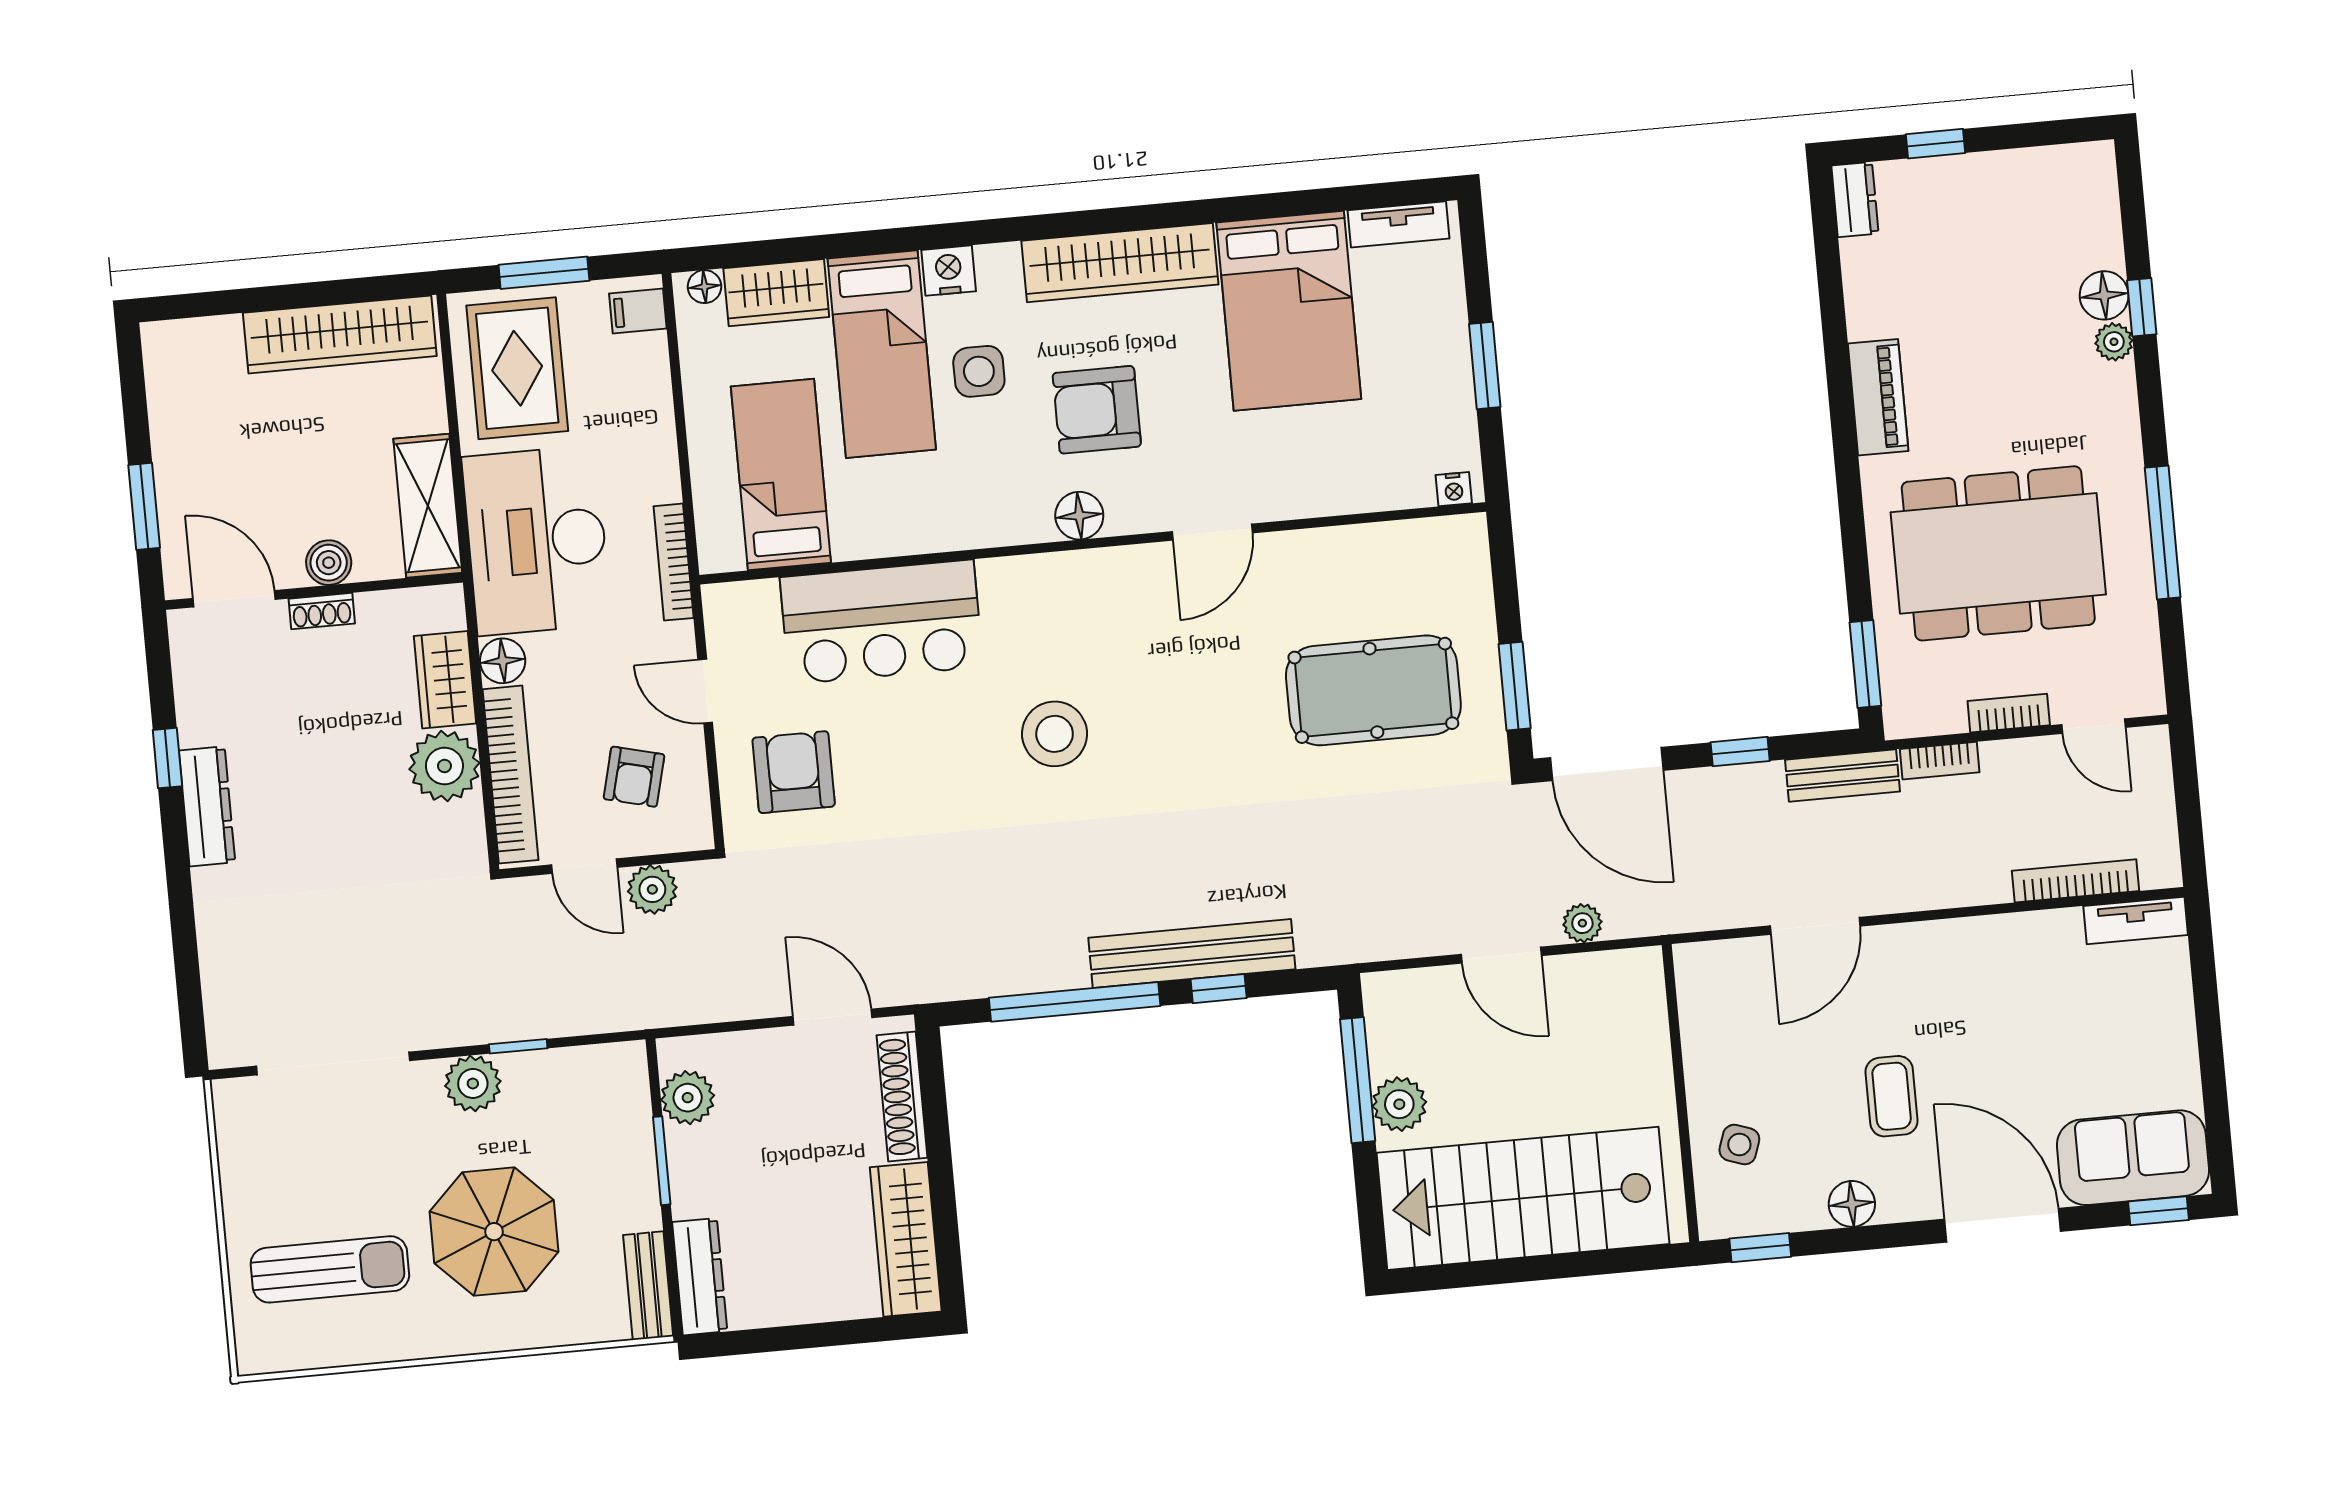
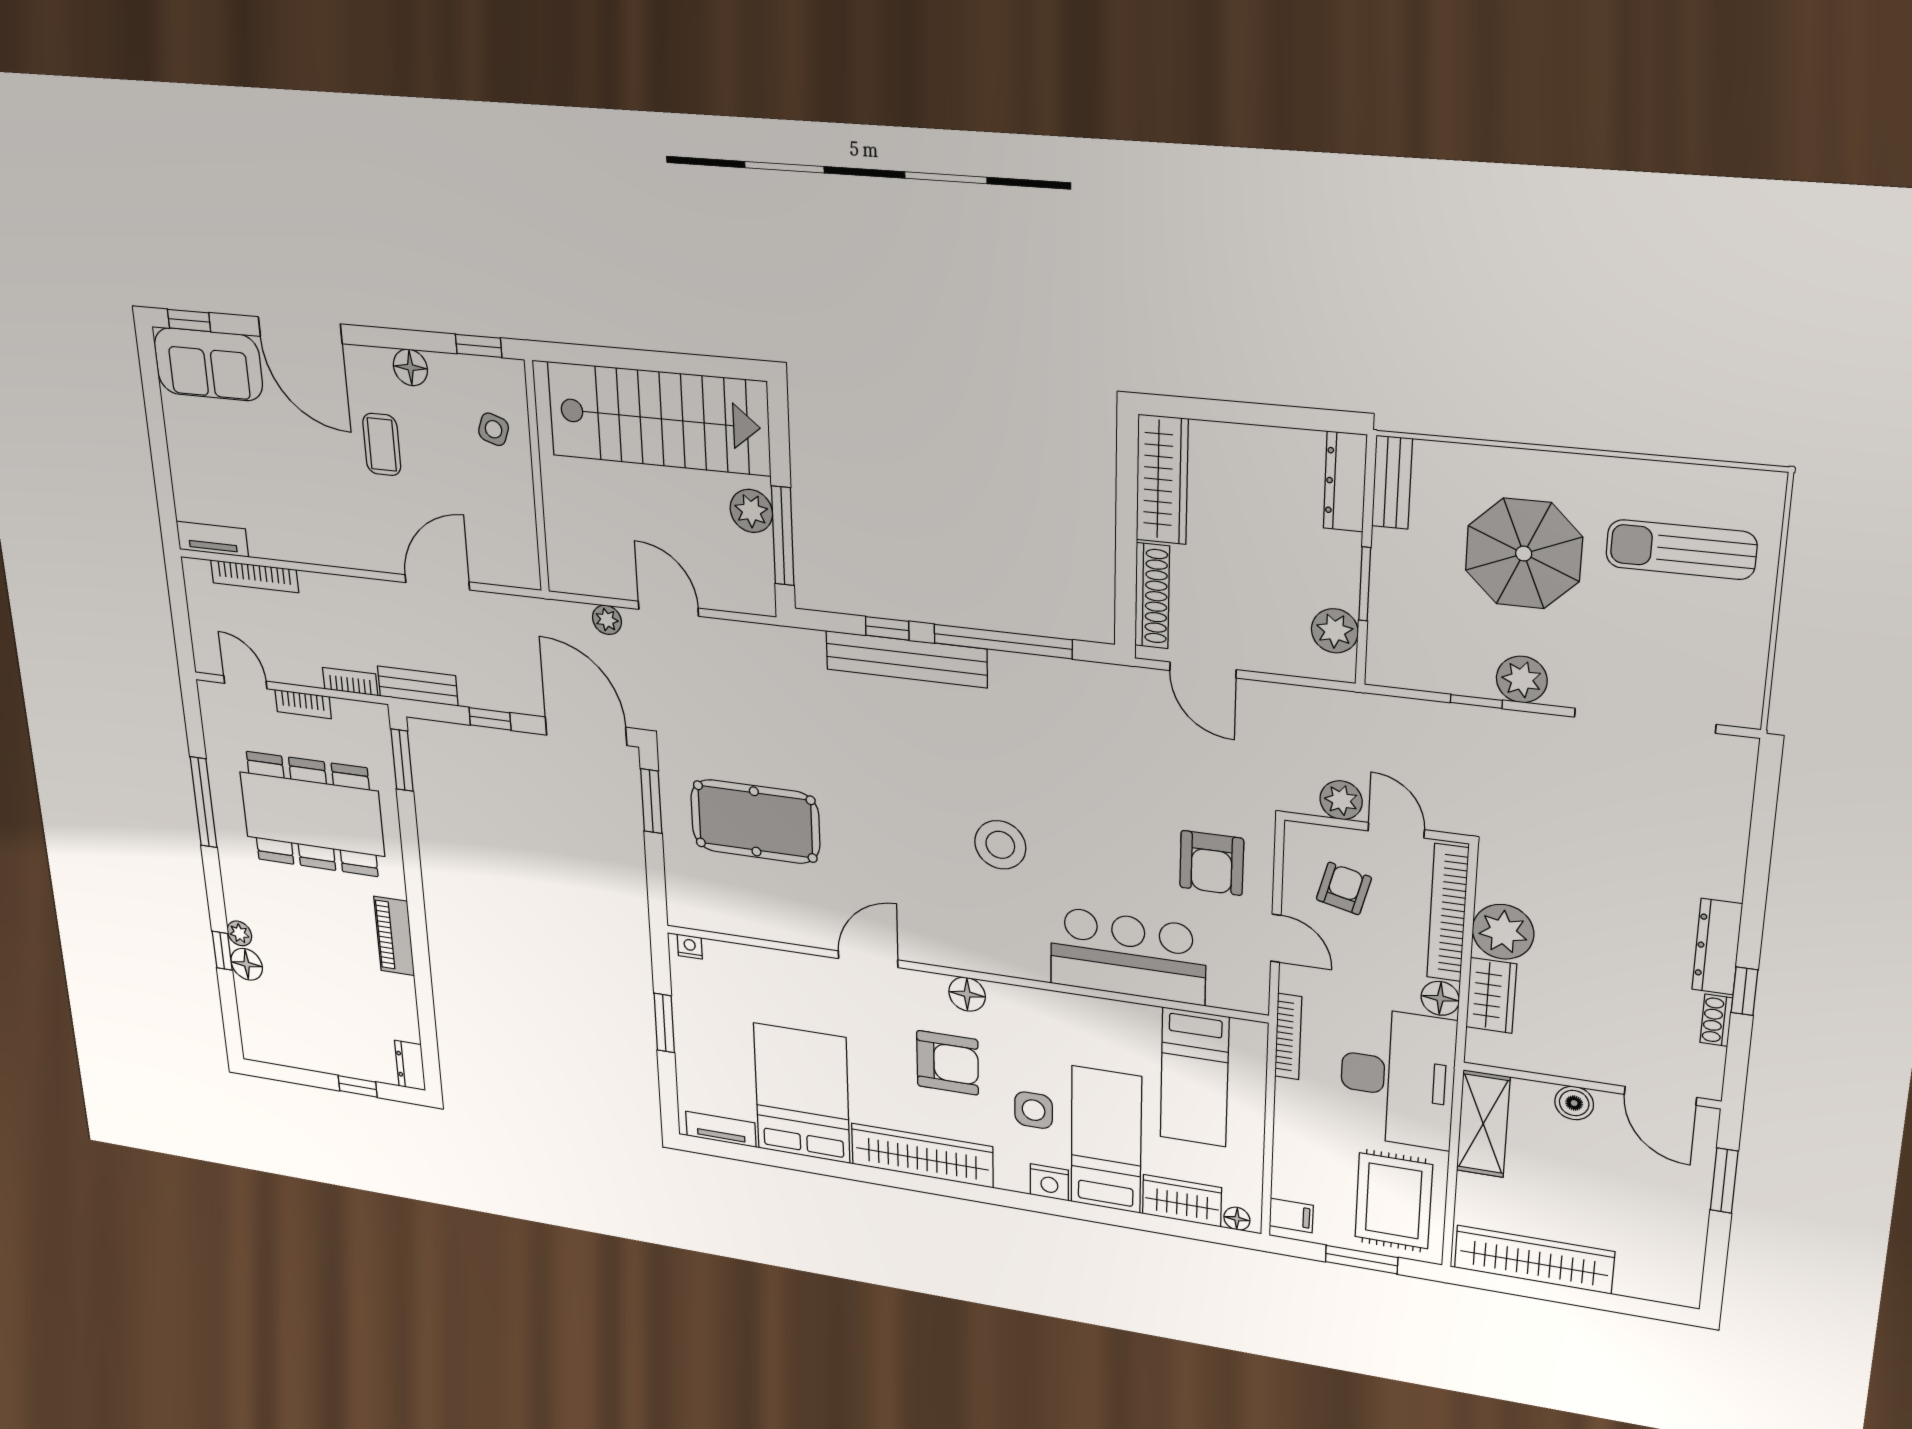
shoe rack: (322, 611) -> (1716, 1020), moved, turned -90

